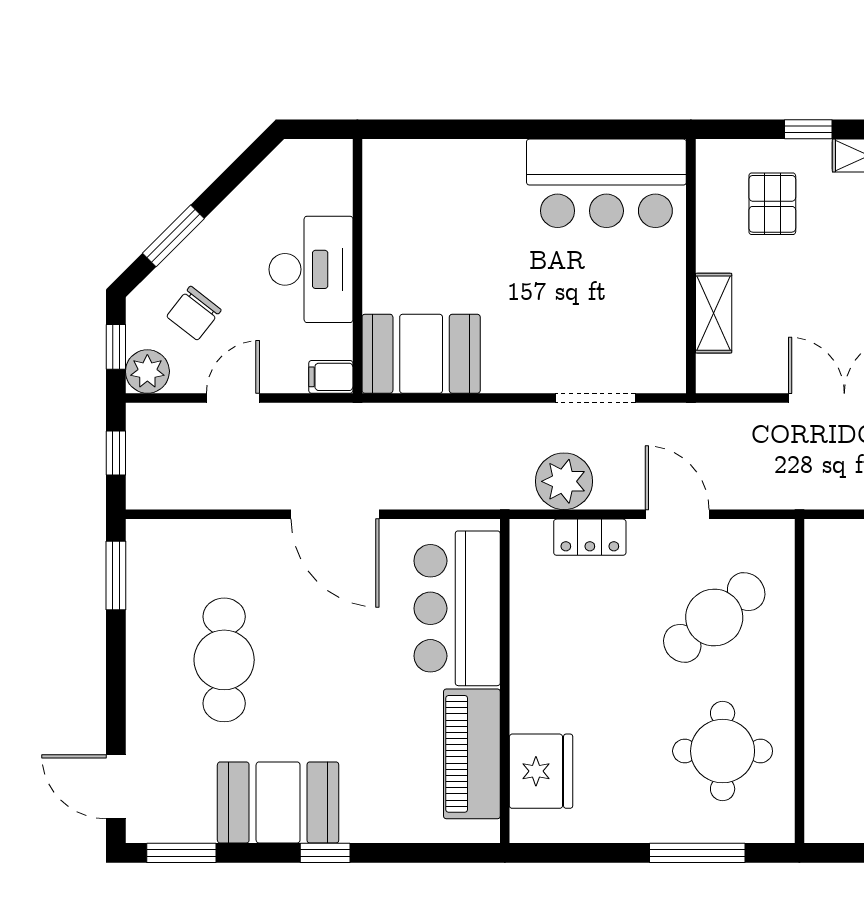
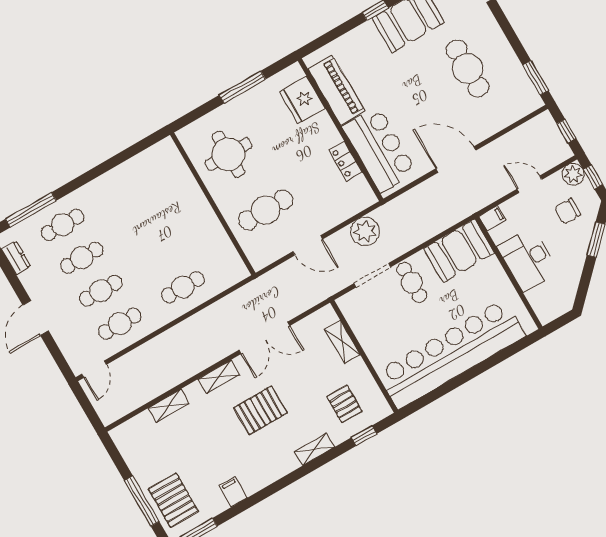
window: (808, 129) -> (364, 436), moved
bar counter: (606, 183) -> (451, 354), width x1.86
chair: (194, 313) -> (568, 211), turned -128
cafe table: (534, 346) -> (412, 282), added
door: (233, 398) -> (529, 184), swing flipped
locker: (590, 537) -> (345, 161), moved, turned -90
cafe table: (714, 617) -> (266, 210), turned 39
window: (697, 853) -> (242, 87), moved

